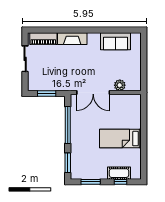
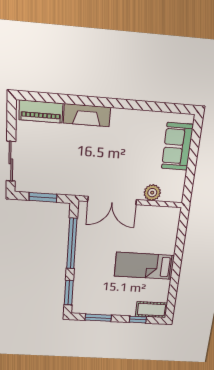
sofa: (115, 41) -> (177, 147), moved, turned 90
sliding door: (25, 59) -> (11, 161), moved
cot: (119, 173) -> (151, 310), moved

